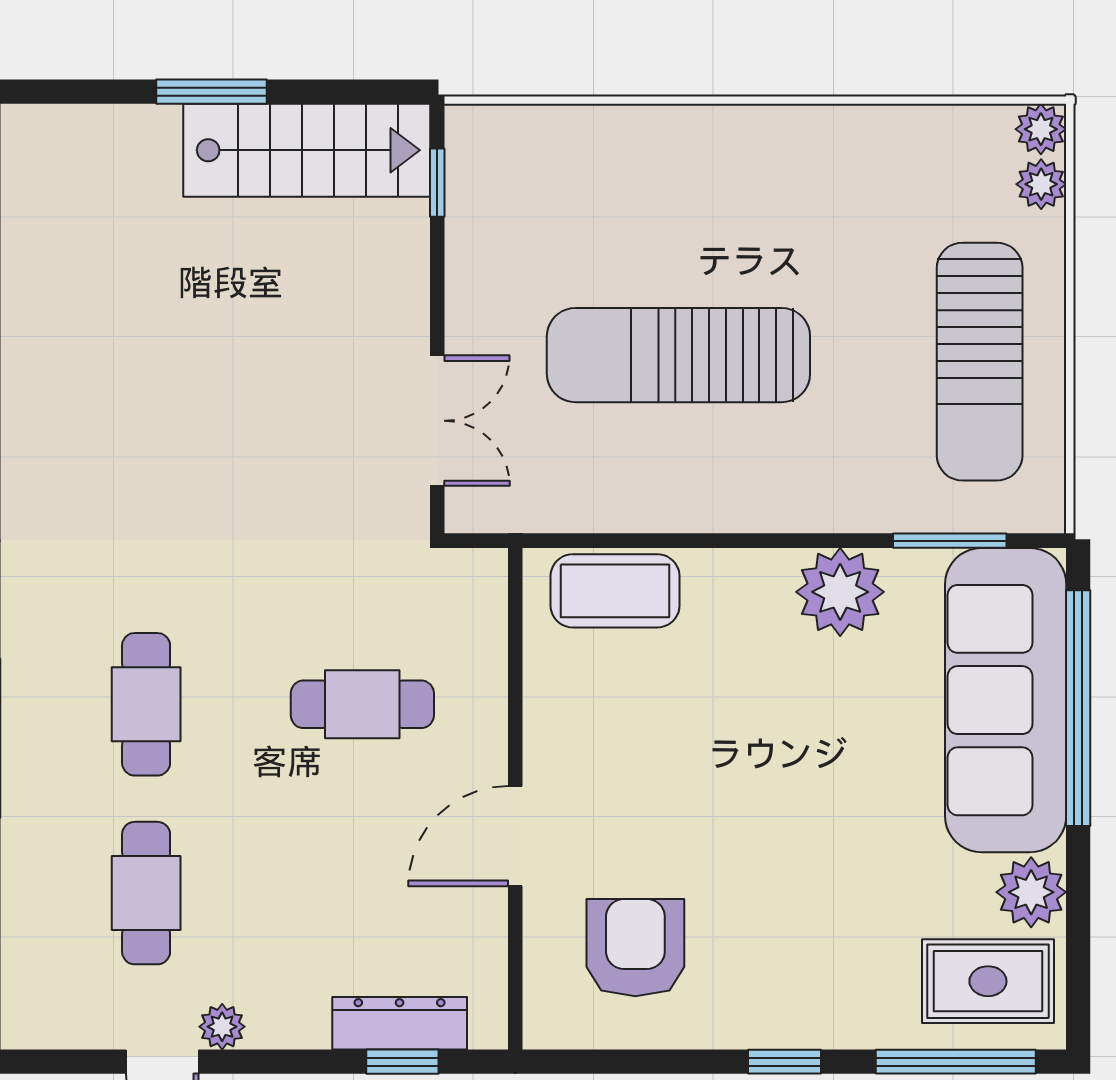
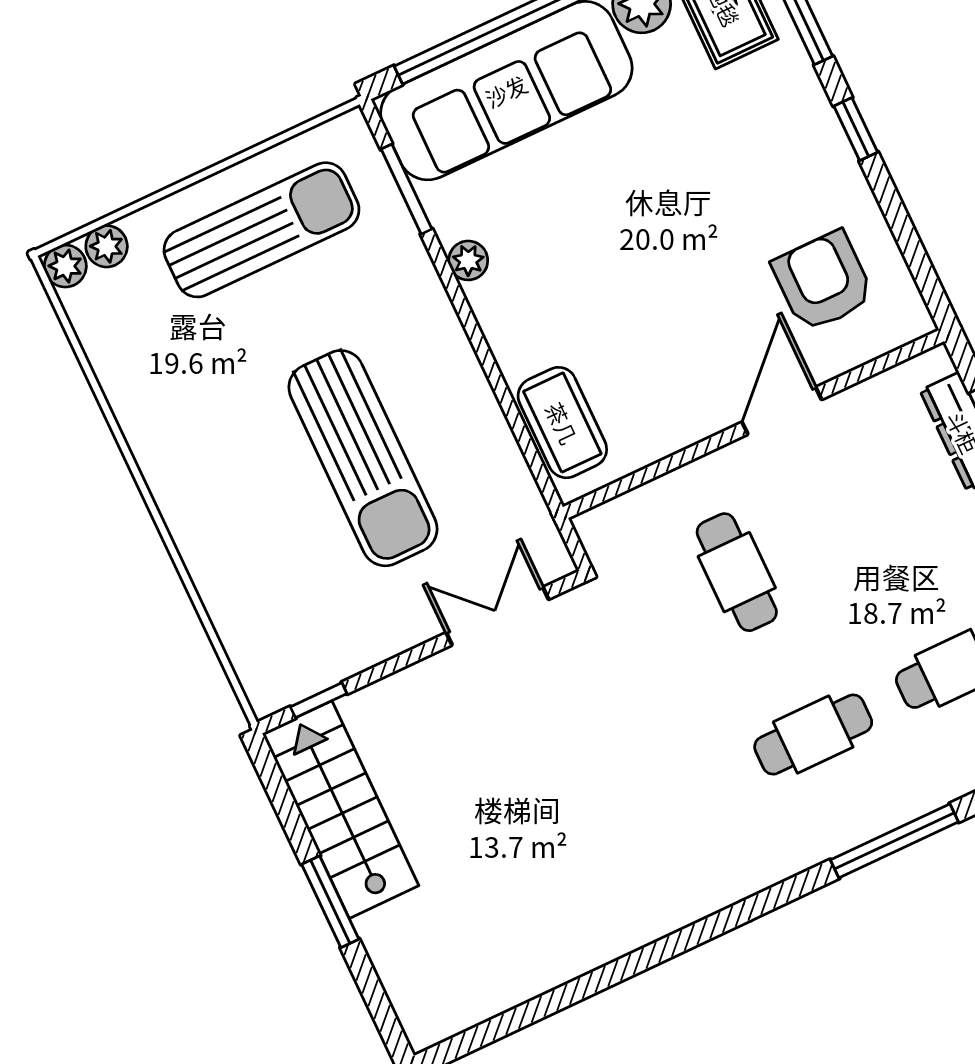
plant: (840, 592) -> (468, 260), width x0.53, depth x0.53
door: (515, 836) -> (782, 411), swing flipped
armchair: (635, 948) -> (823, 281), turned 90

